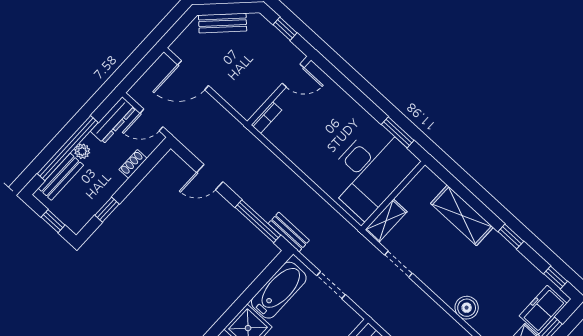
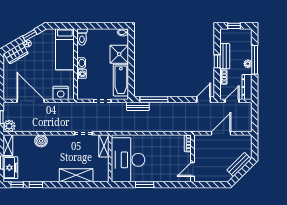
window: (285, 29) -> (213, 185), removed
door: (193, 75) -> (221, 133), moved
window: (398, 132) -> (145, 185), moved
window: (68, 148) -> (255, 60), width x0.68
bench: (61, 177) -> (225, 56), moved
door: (210, 177) -> (204, 100), moved
window: (107, 210) -> (217, 61), moved
window: (511, 236) -> (36, 185), moved

